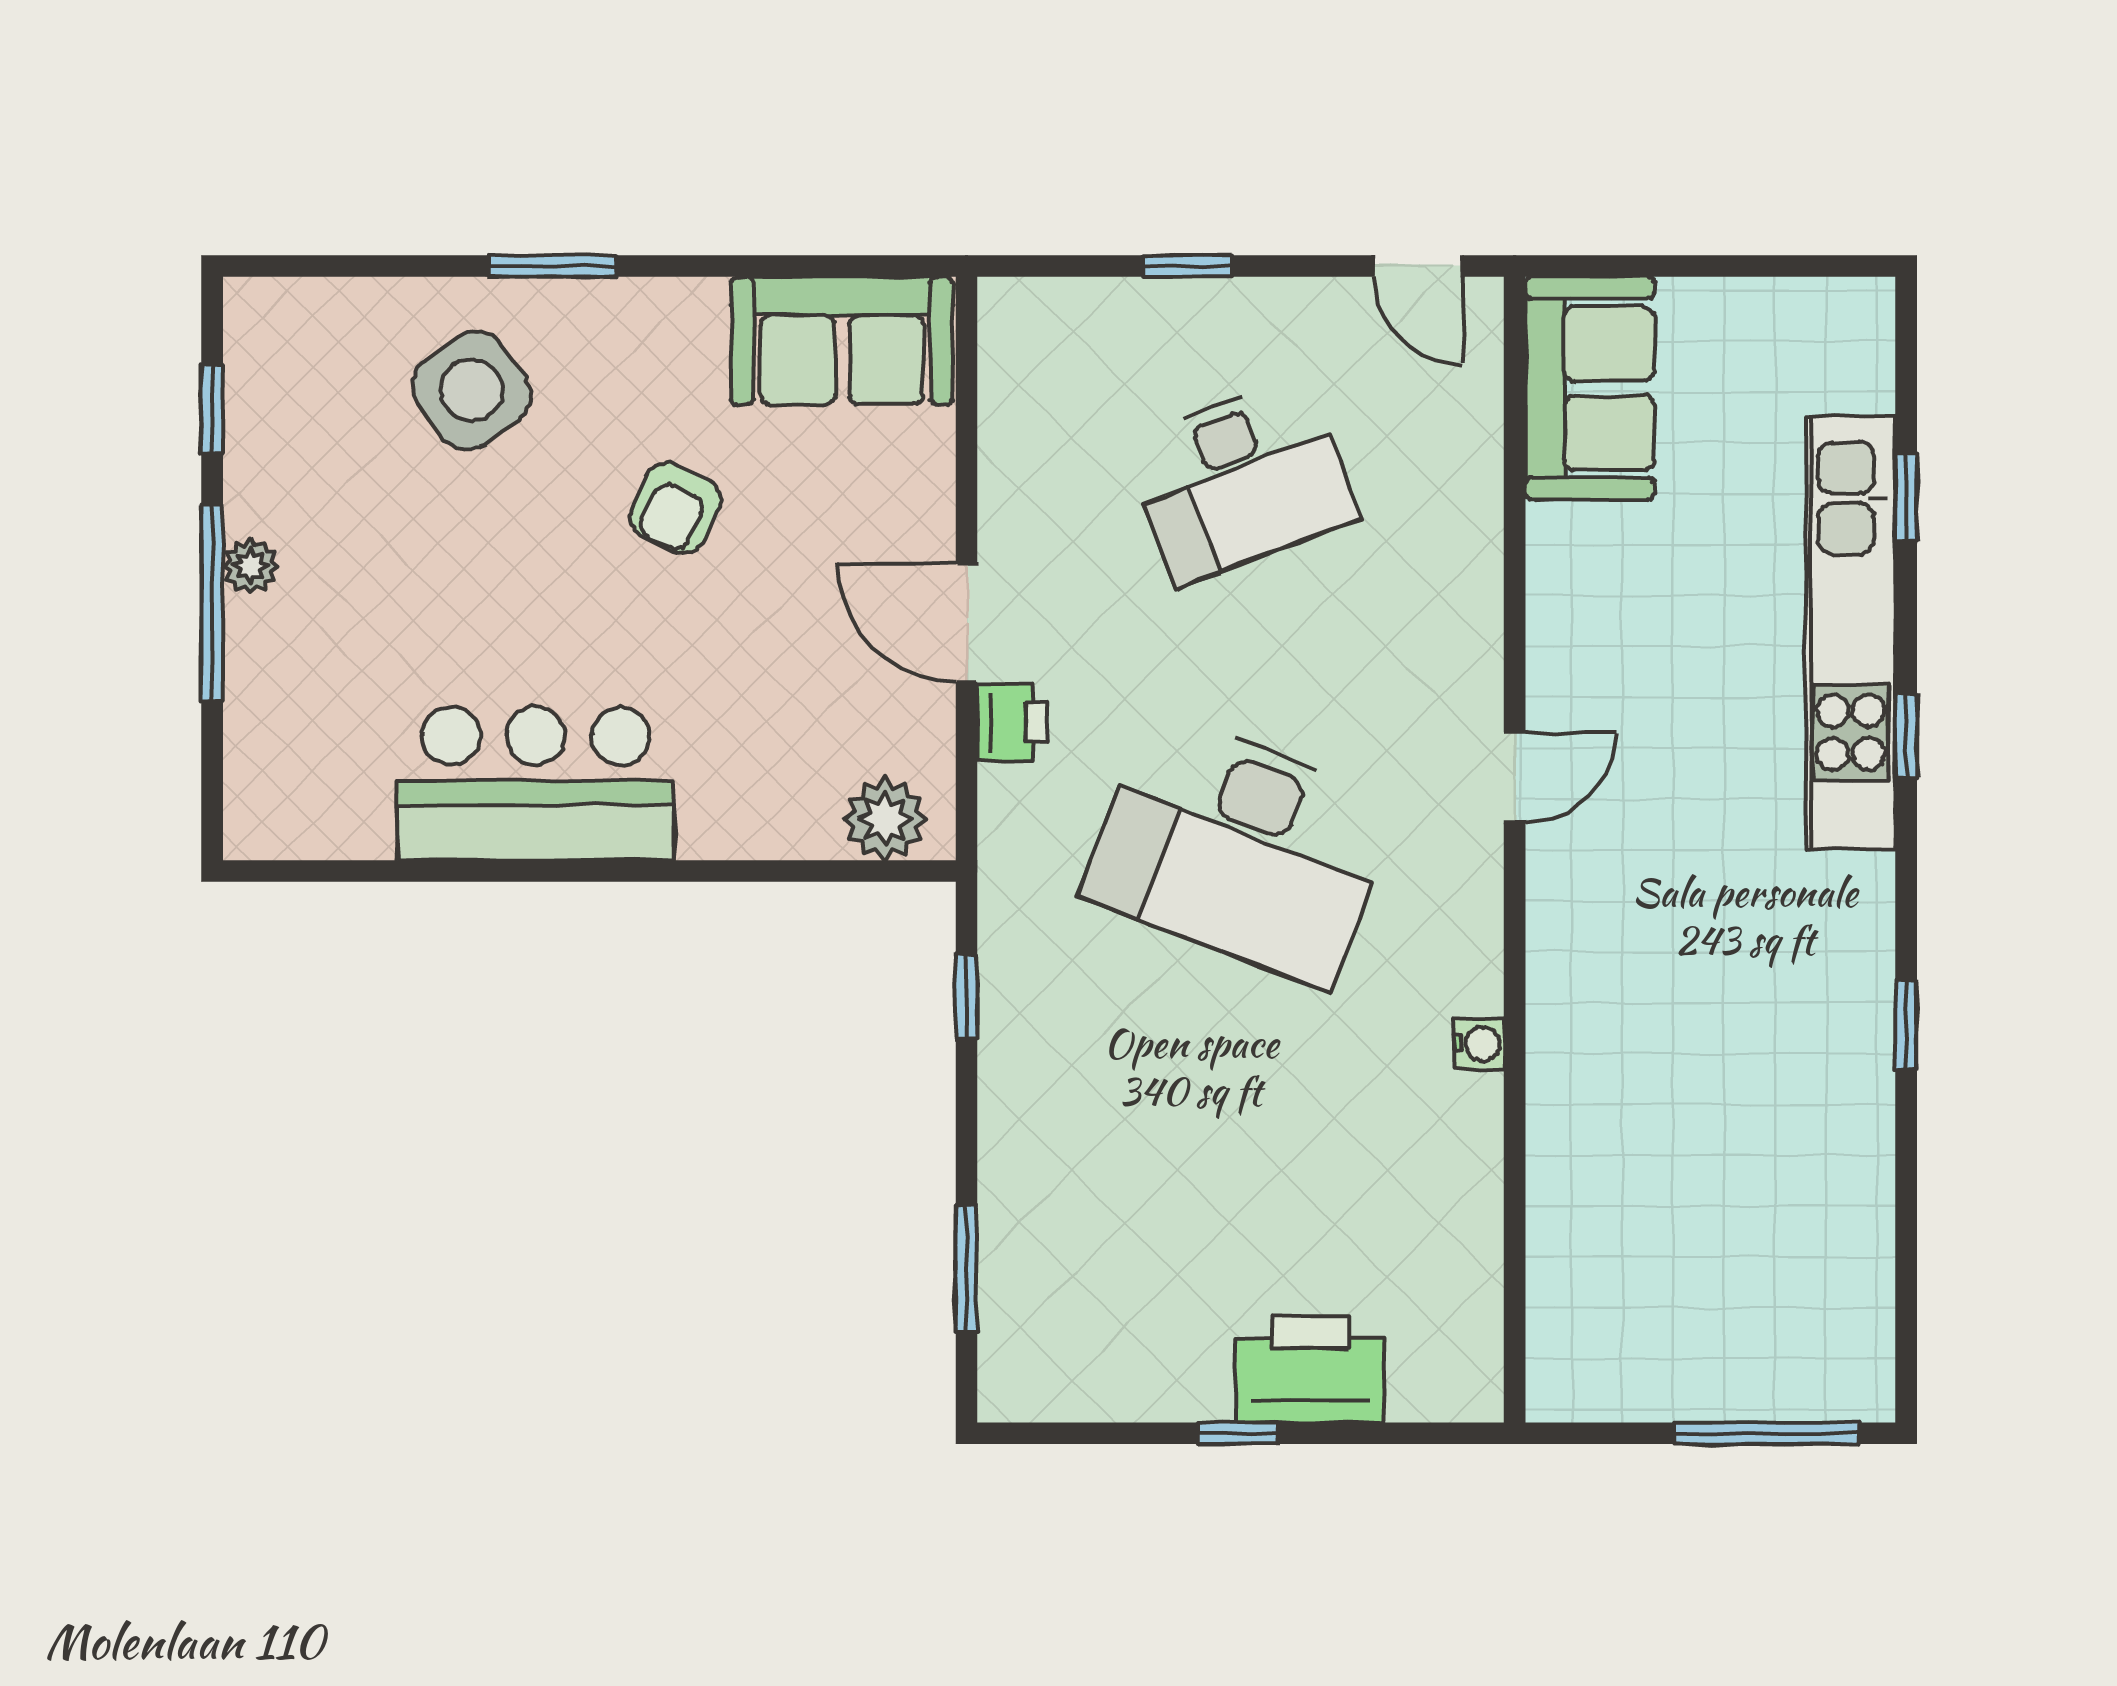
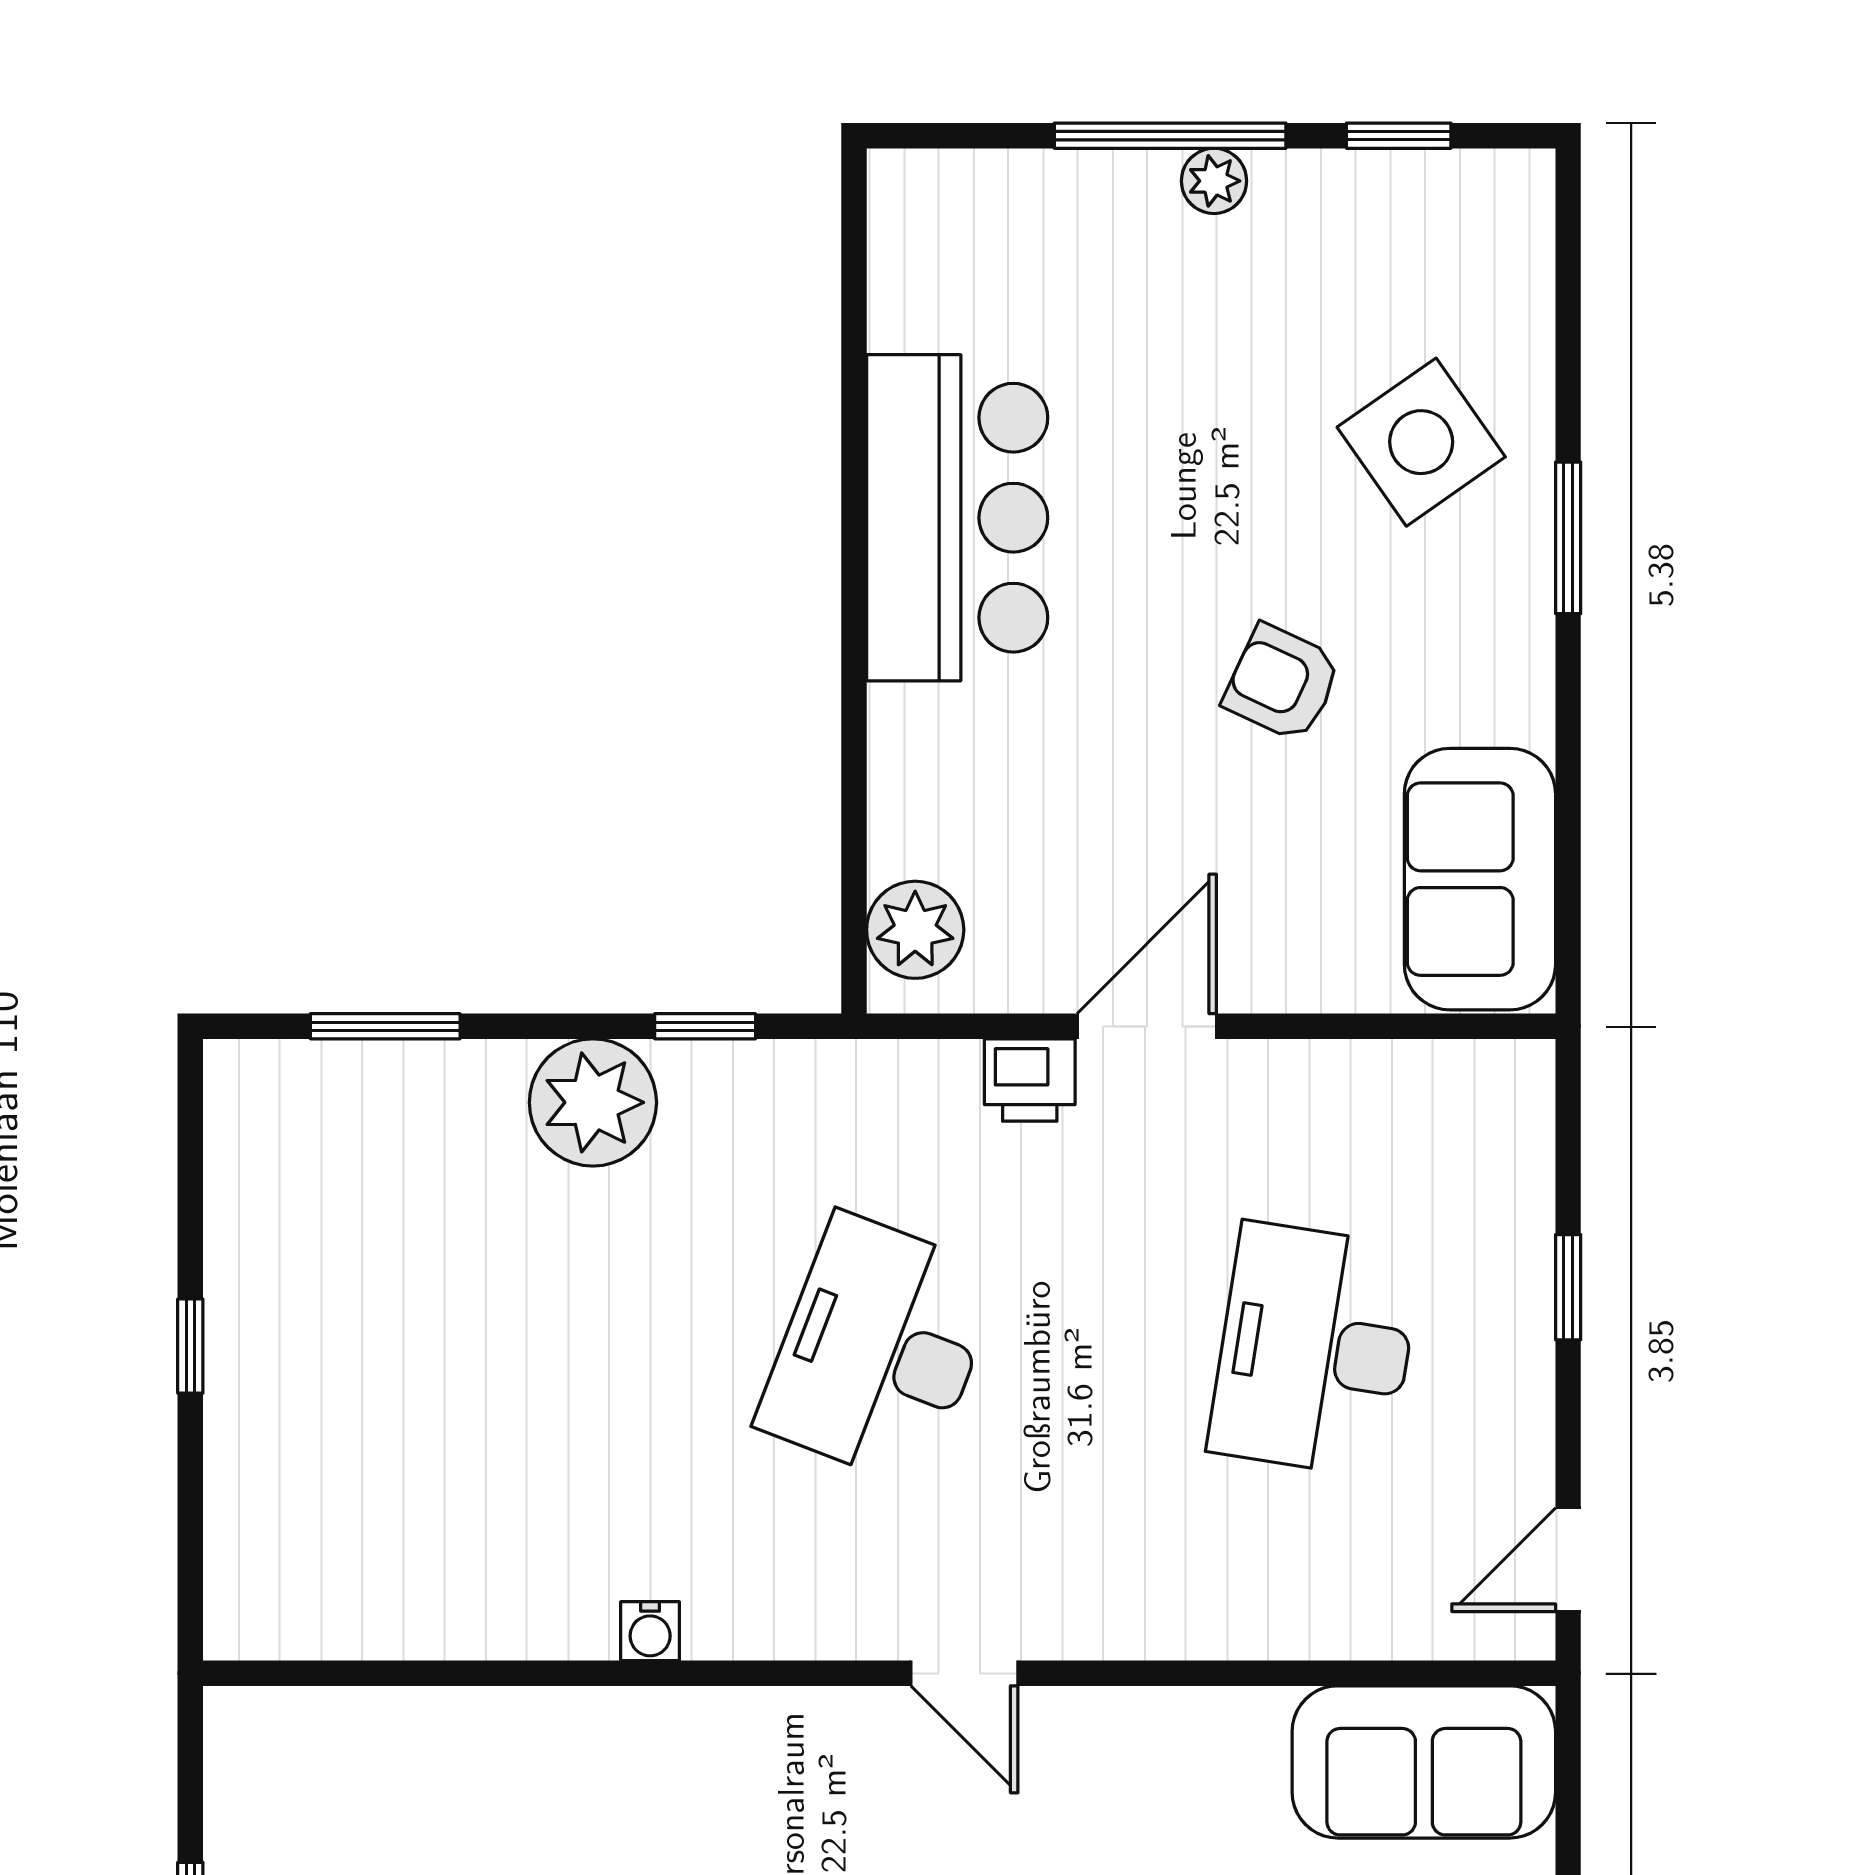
desk: (1241, 480) -> (1315, 1350), turned 30
desk: (1241, 850) -> (879, 1350), width x0.73, depth x0.77
plant: (1031, 1092) -> (593, 1102), added
printer: (1310, 1370) -> (266, 1432), removed

